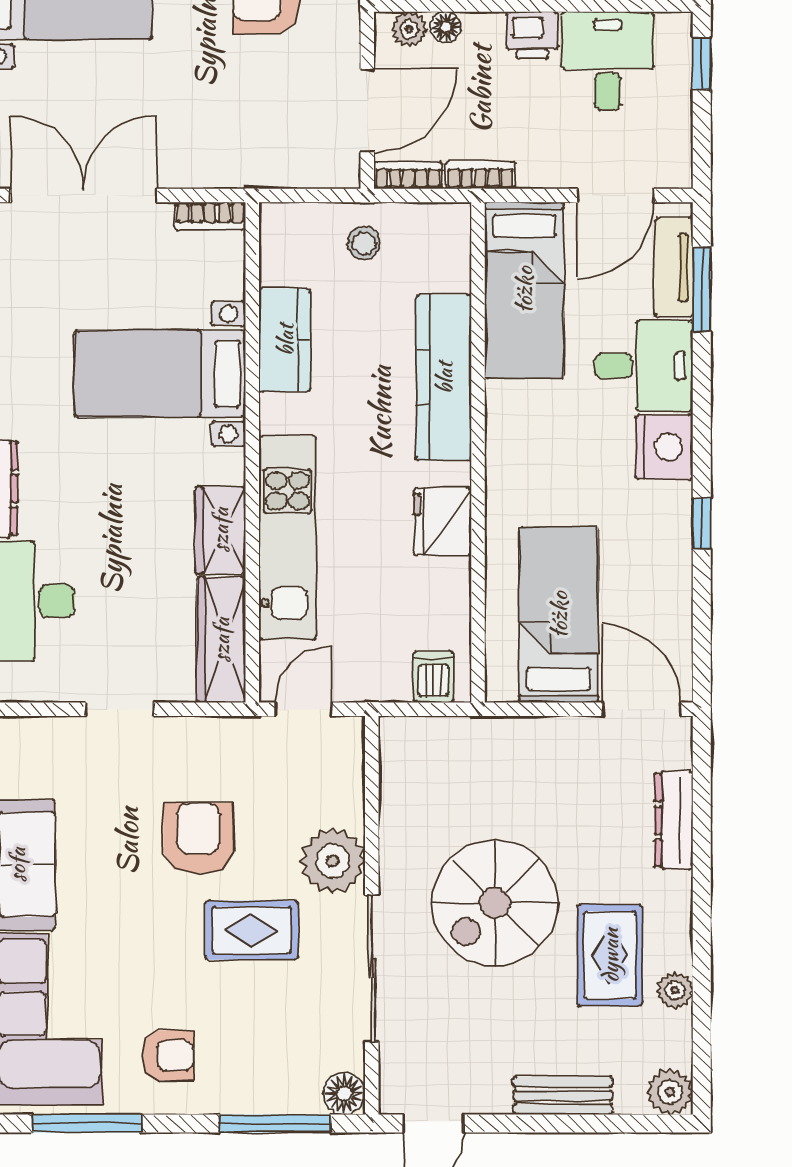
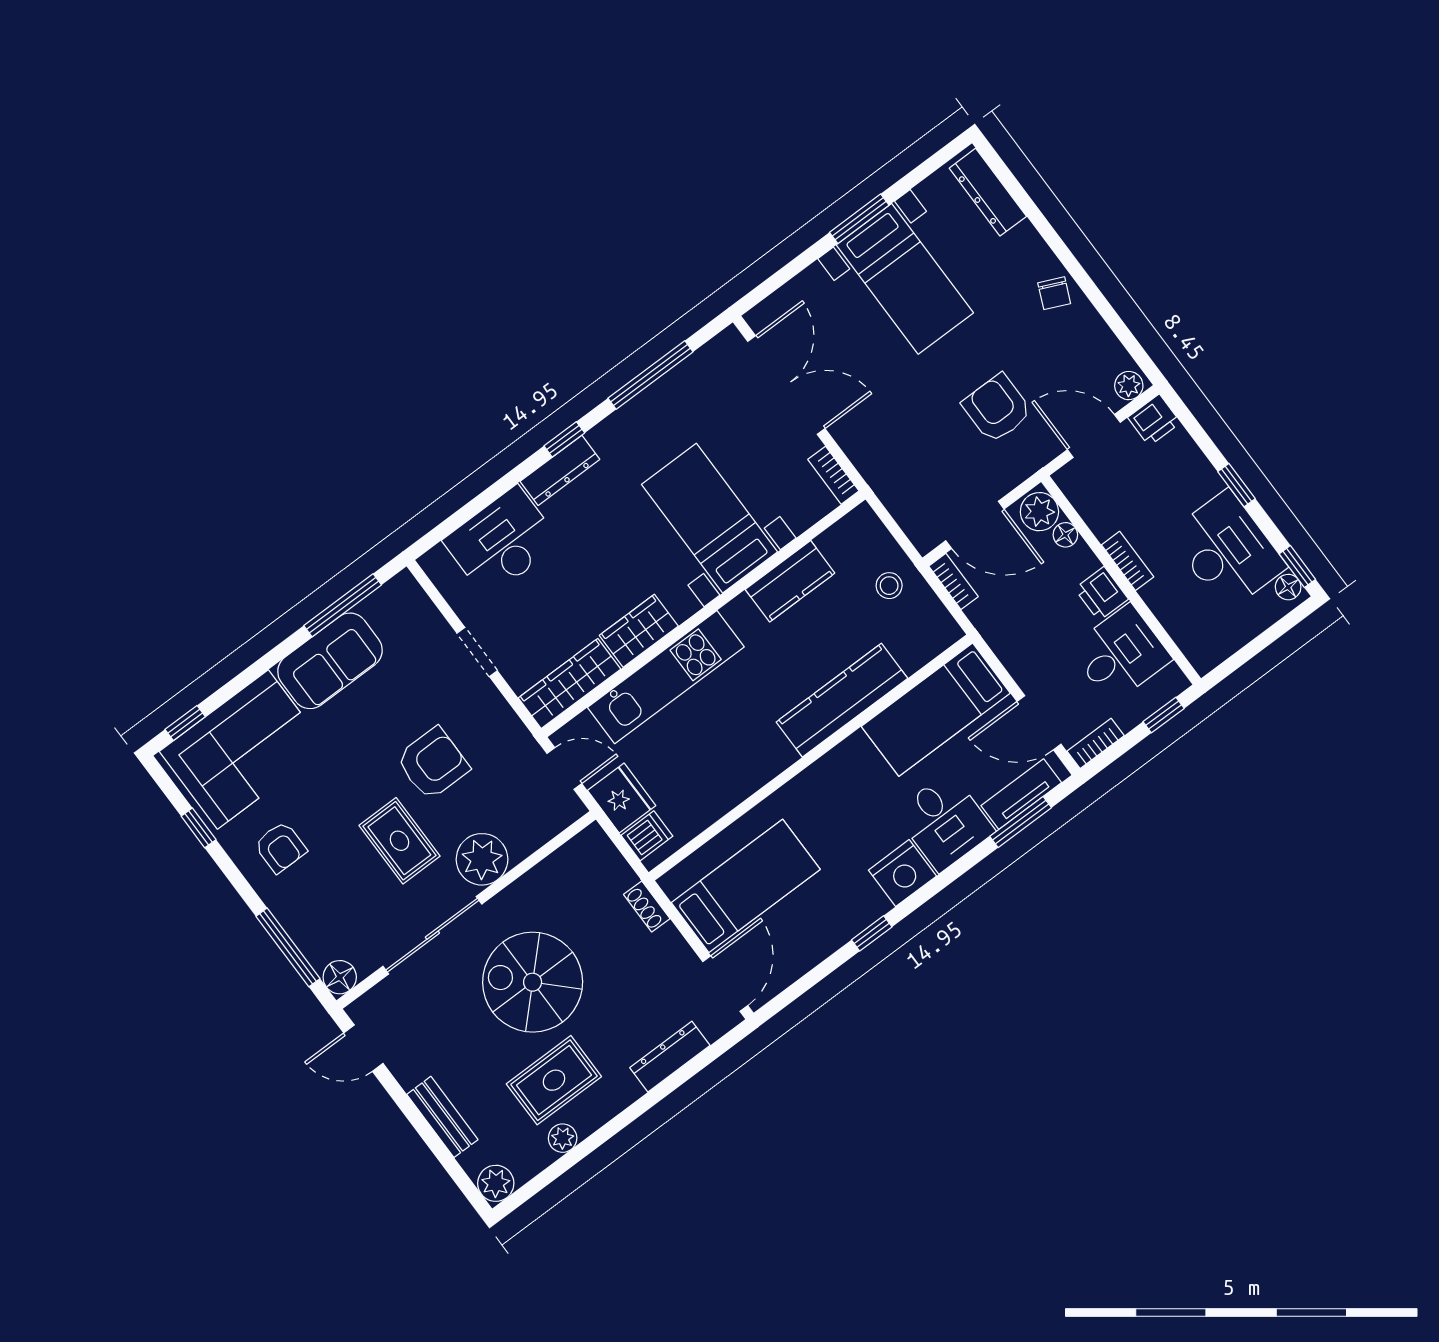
plant: (409, 29) -> (1039, 512), width x1.38, depth x1.38
bookcase: (480, 175) -> (1096, 743), moved, turned -90
fridge: (442, 522) -> (622, 798), moved, turned 90
shoe rack: (505, 730) -> (647, 906), added
window: (87, 1123) -> (199, 828), width x0.46

